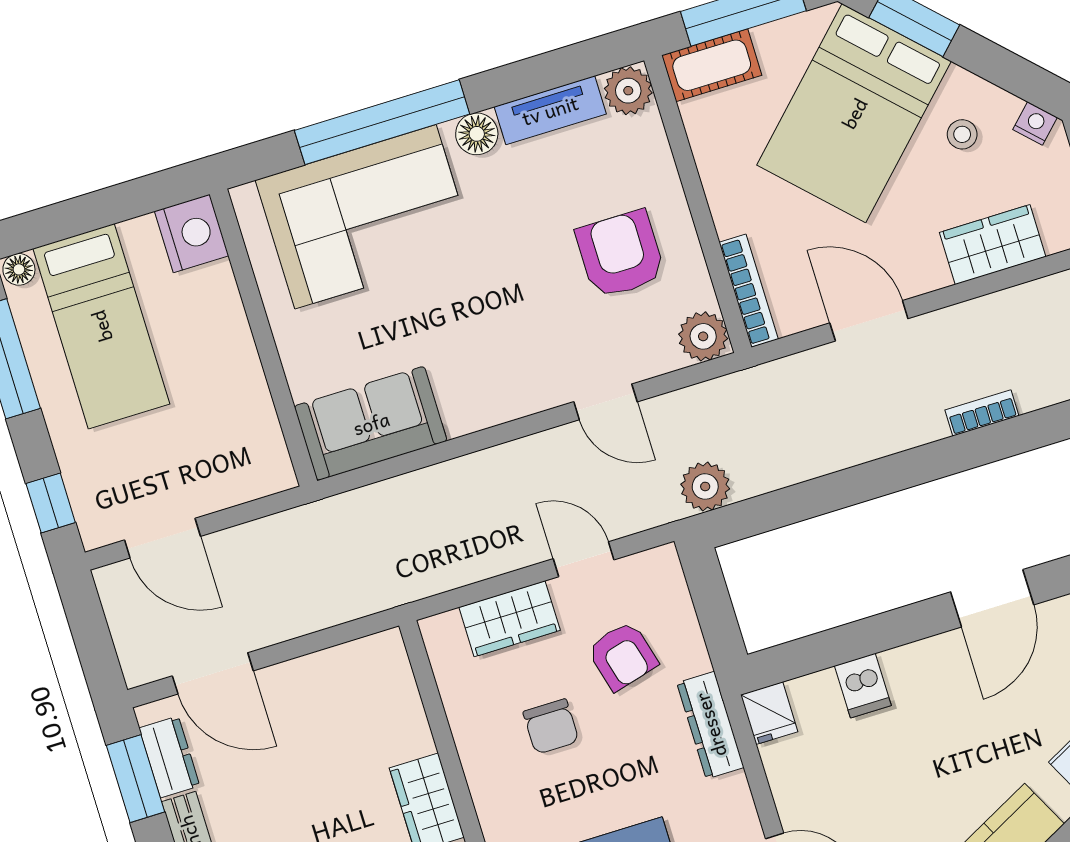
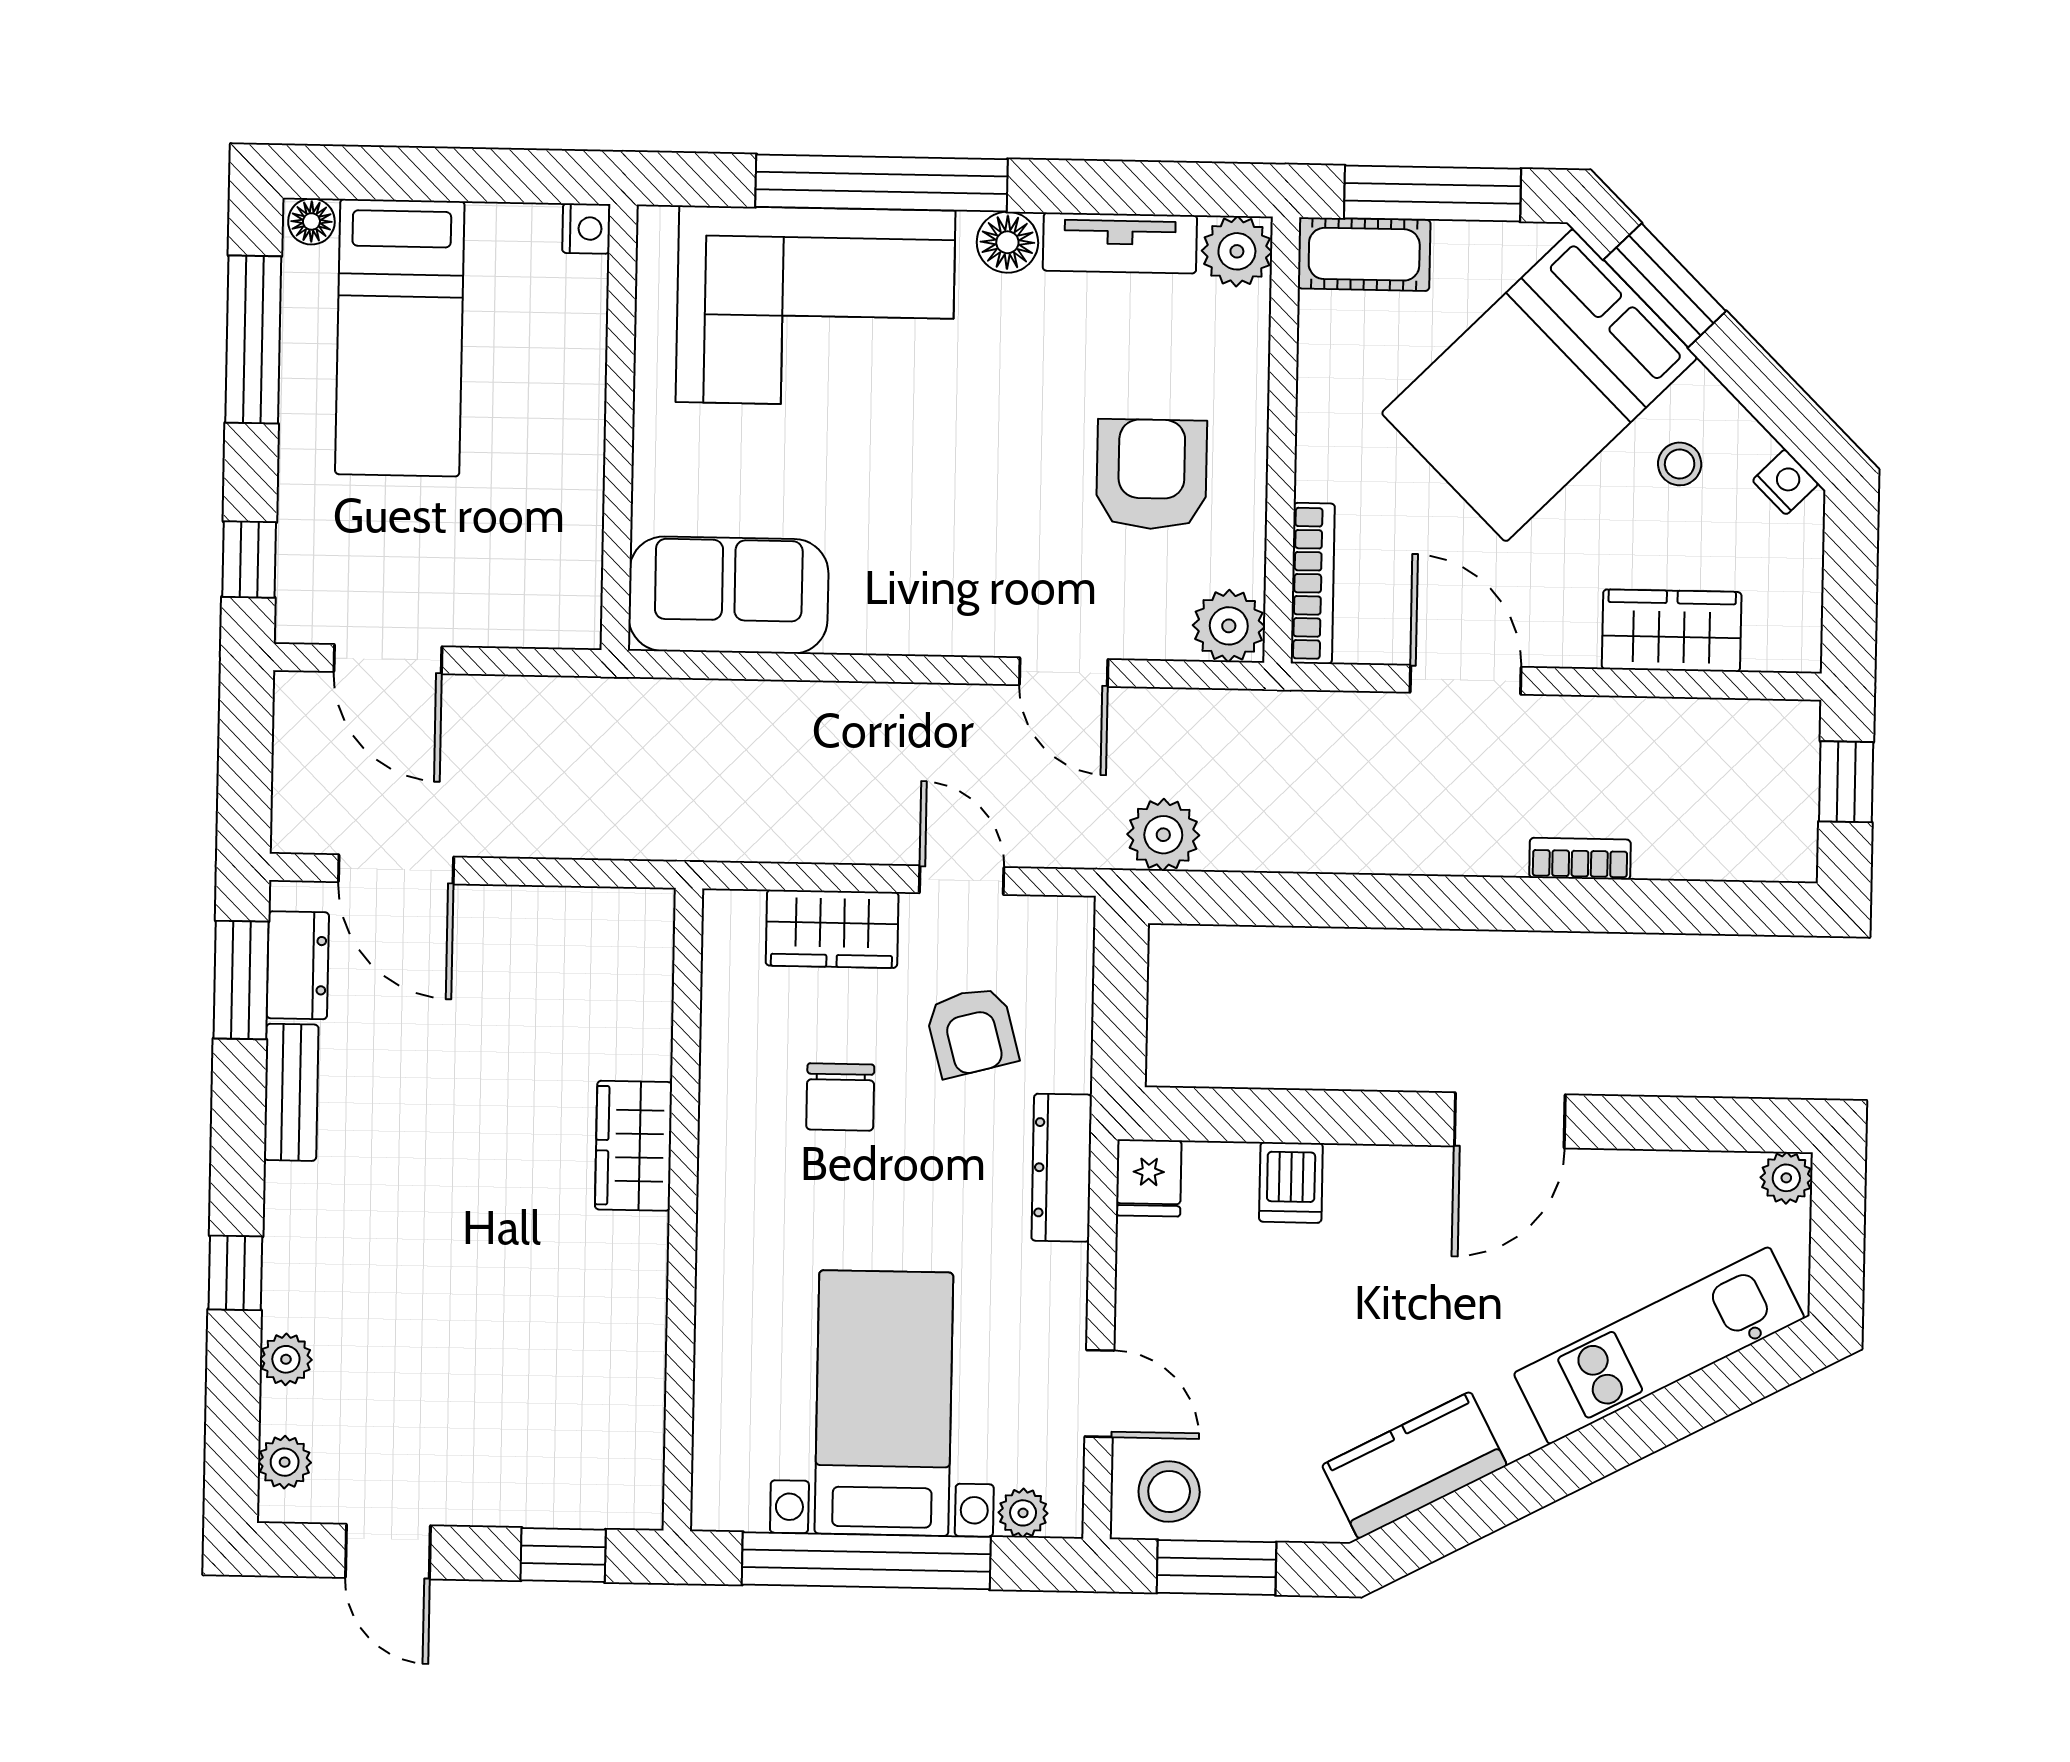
nightstand: (192, 233) -> (586, 228), width x0.53, depth x0.56

